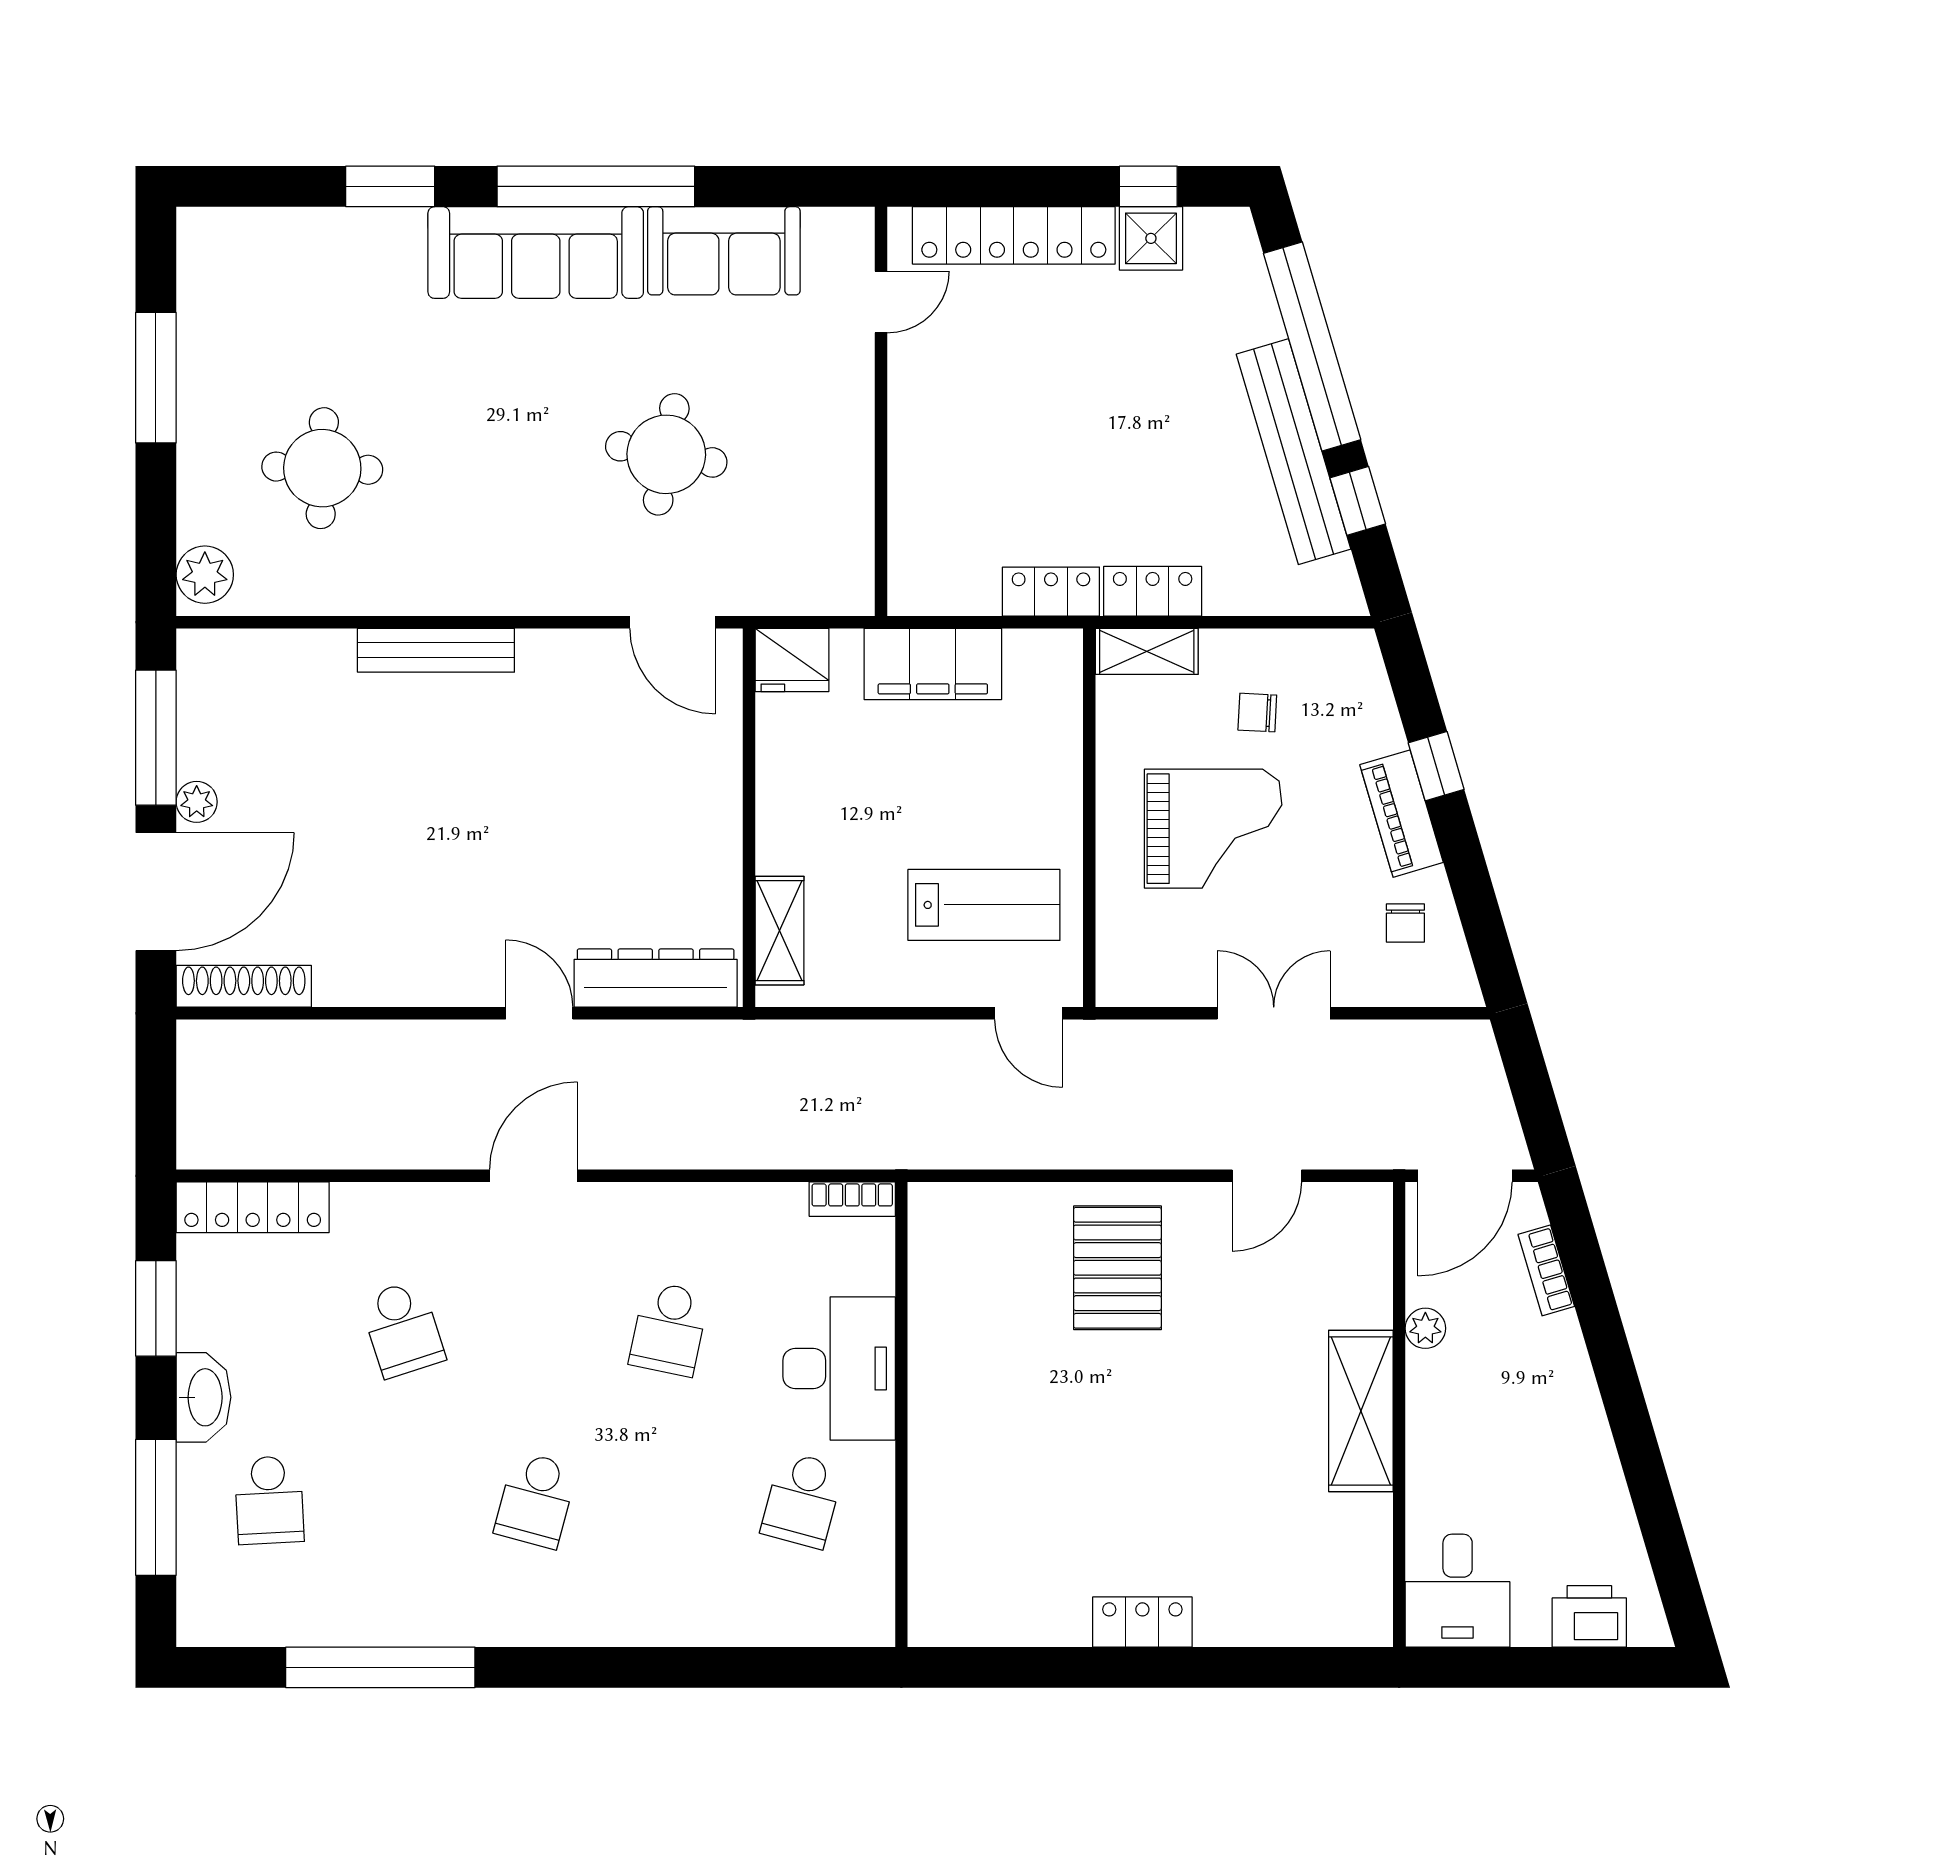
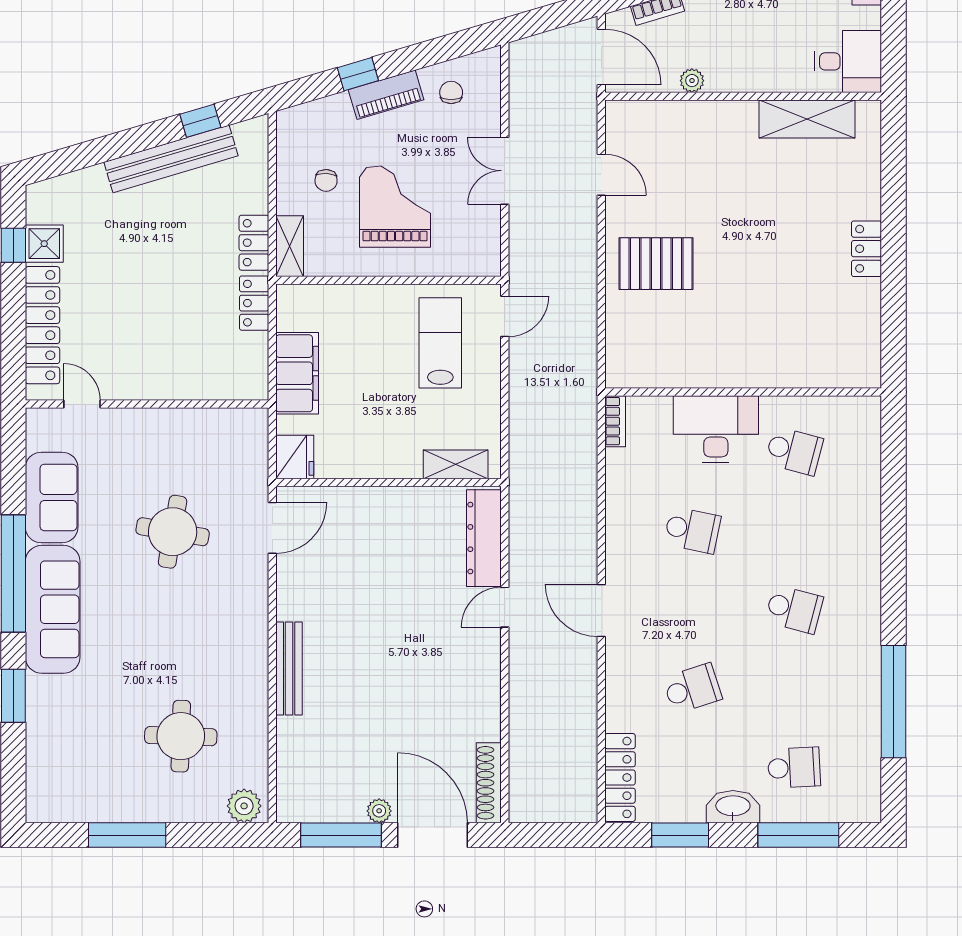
window: (1312, 347) -> (108, 148), removed
chair: (1405, 923) -> (451, 92), turned -90
shelving: (1361, 1411) -> (807, 119), moved

